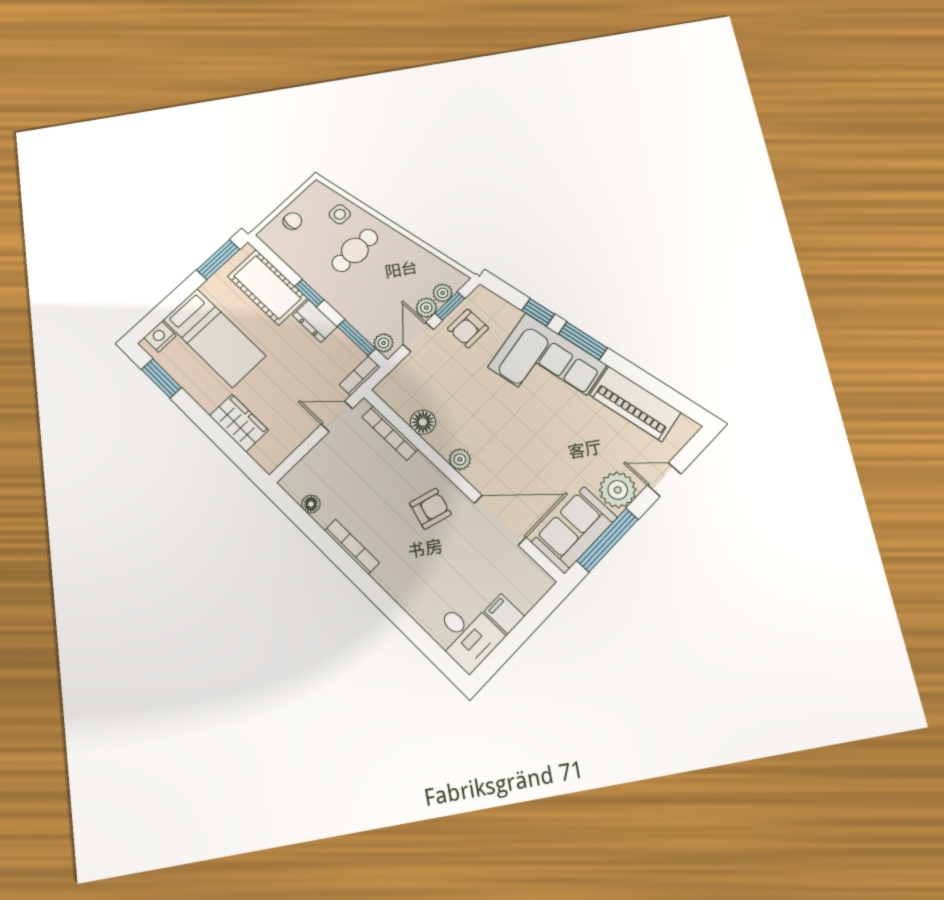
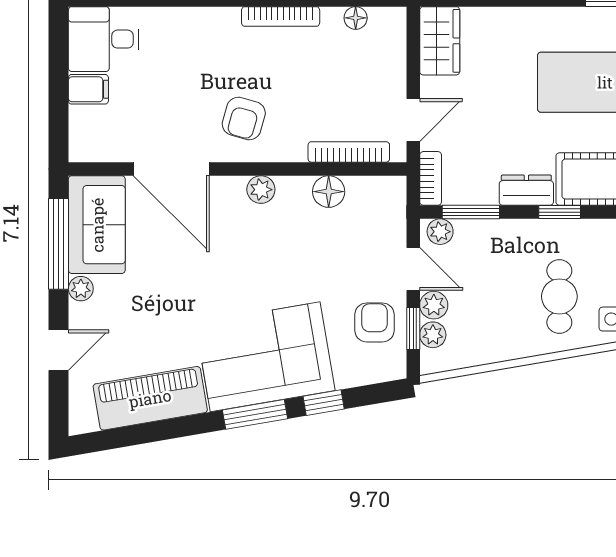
wardrobe: (239, 423) -> (440, 41), moved, turned -90
plant: (618, 490) -> (81, 289), width x0.53, depth x0.53
door: (500, 520) -> (171, 169), hinge flipped

